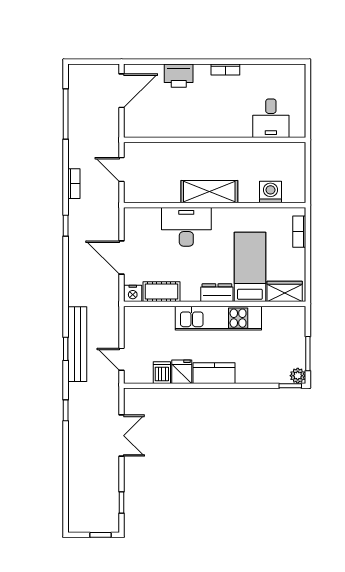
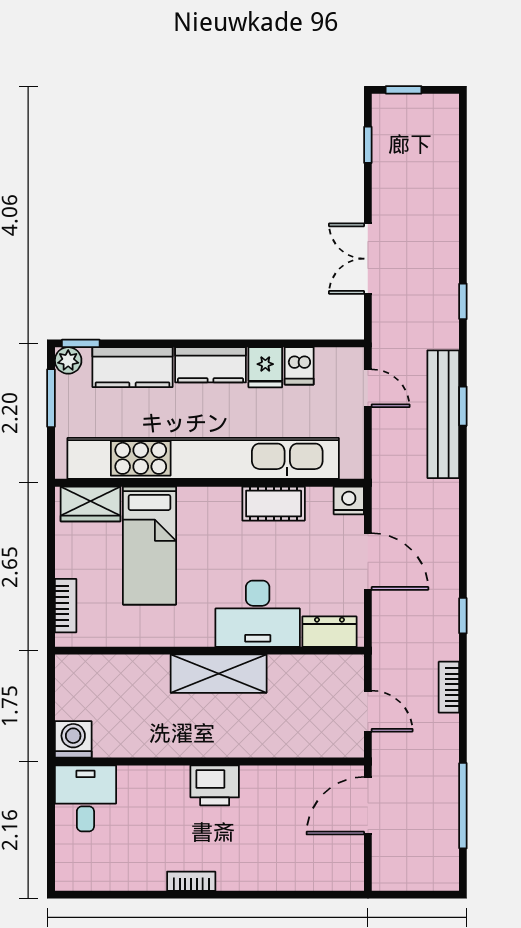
printer: (179, 76) -> (215, 785), moved, turned 180
door: (121, 91) -> (368, 806), moved
desk: (271, 118) -> (85, 798), moved
washing machine: (270, 192) -> (73, 739), moved, turned 180
cot: (161, 292) -> (274, 504), moved
dresser: (217, 293) -> (329, 632), moved, turned 180
kitchen unit: (218, 318) -> (203, 458), width x1.86
kitchen counter: (260, 372) -> (133, 367), added

